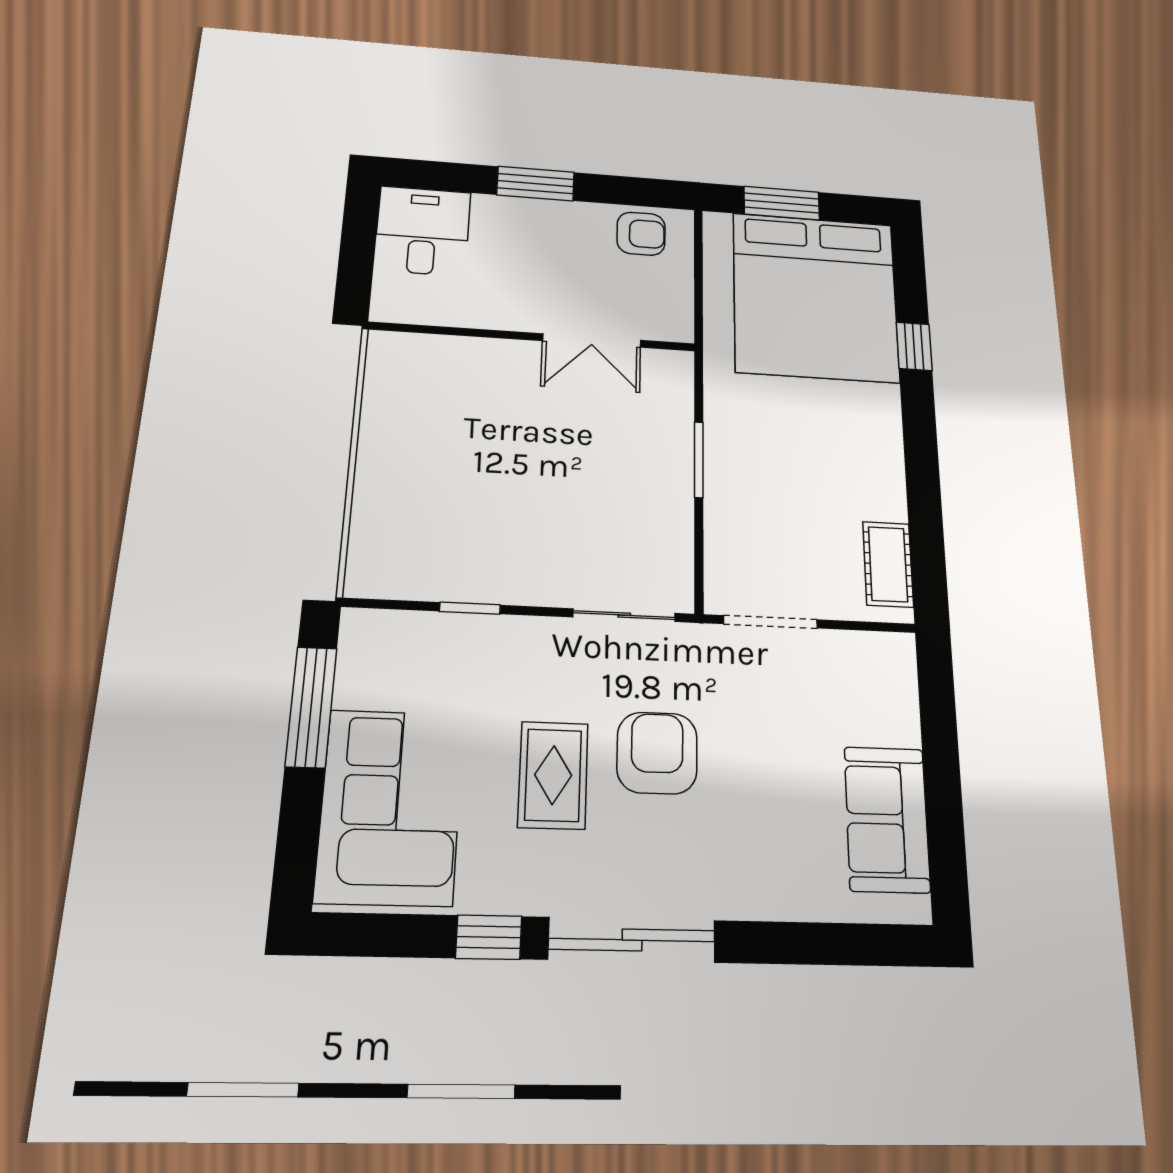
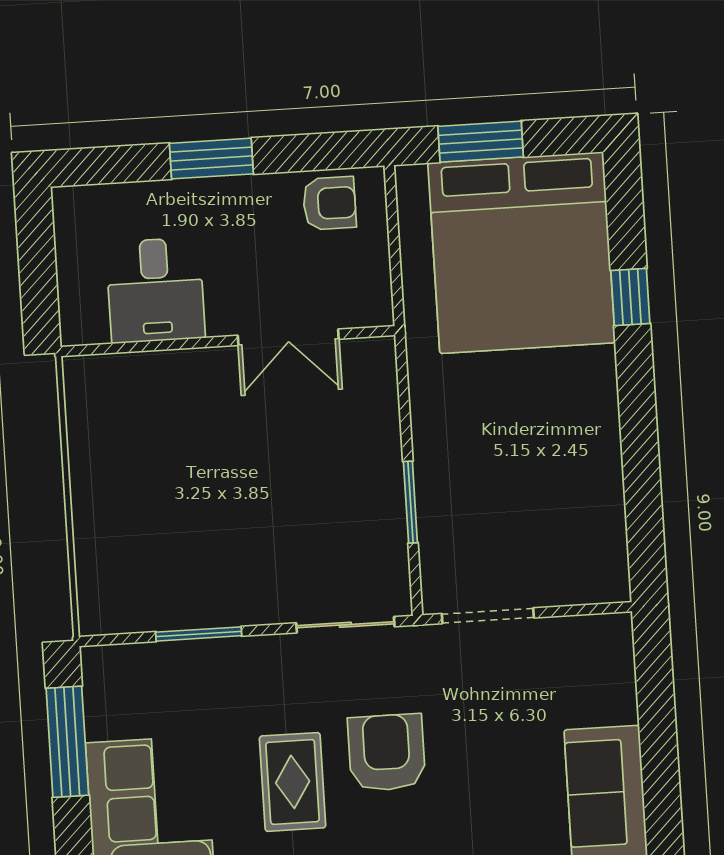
desk: (423, 231) -> (155, 290), moved, turned 180
window: (699, 460) -> (410, 502), moved
cot: (888, 564) -> (604, 544), removed
window: (470, 608) -> (199, 634), width x1.50

